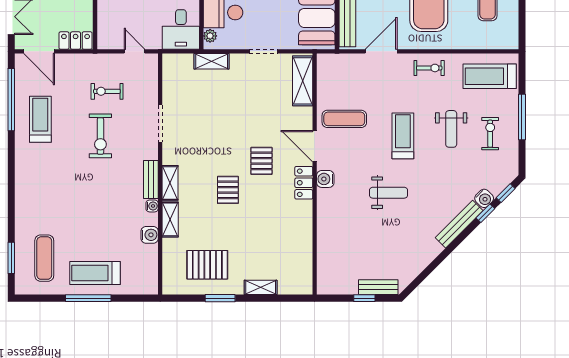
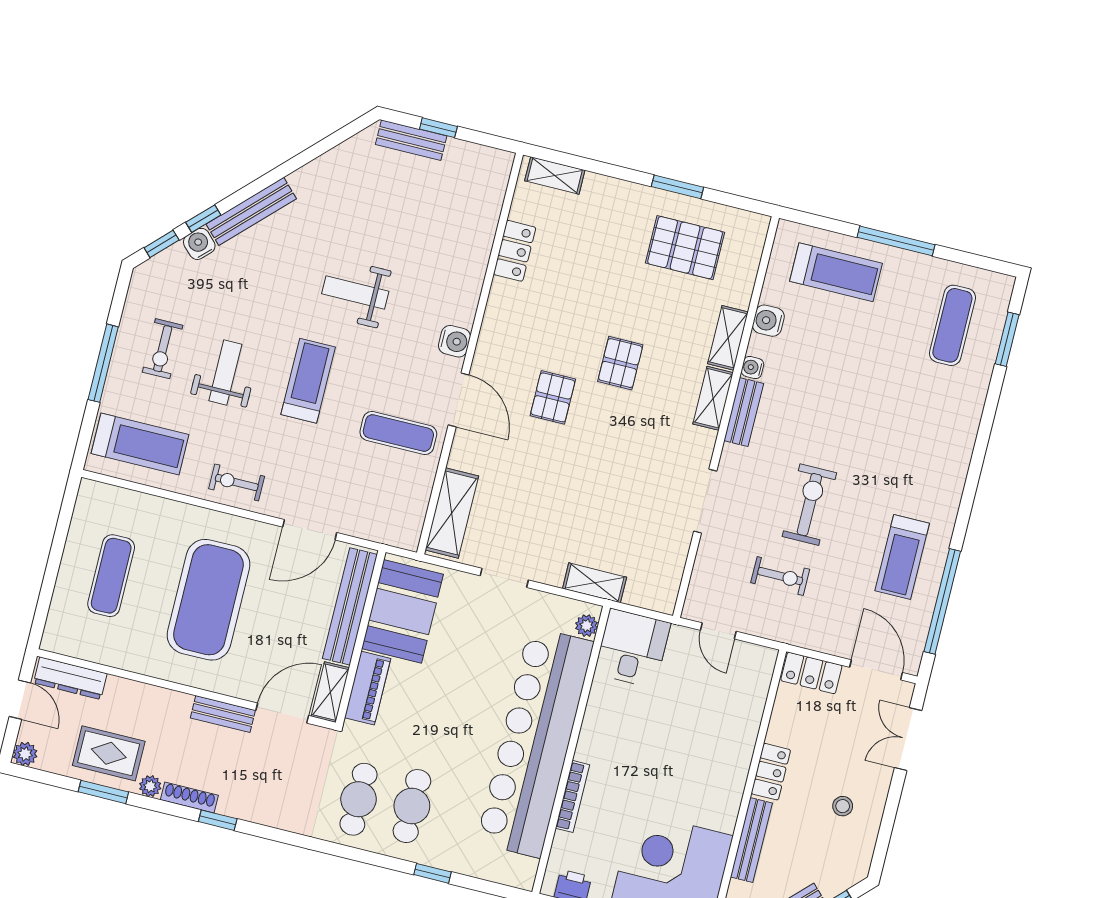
treadmill: (403, 136) -> (308, 381), turned 180
locker: (304, 183) -> (515, 251), moved
treadmill: (95, 273) -> (836, 272), moved
shelving: (261, 287) -> (555, 175), moved

